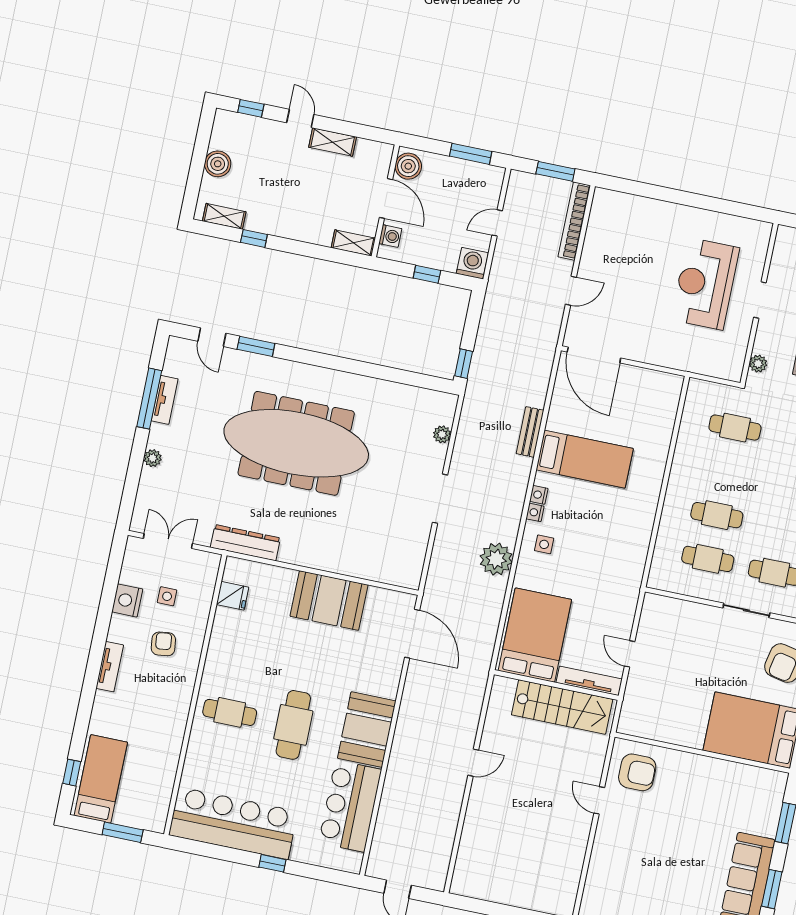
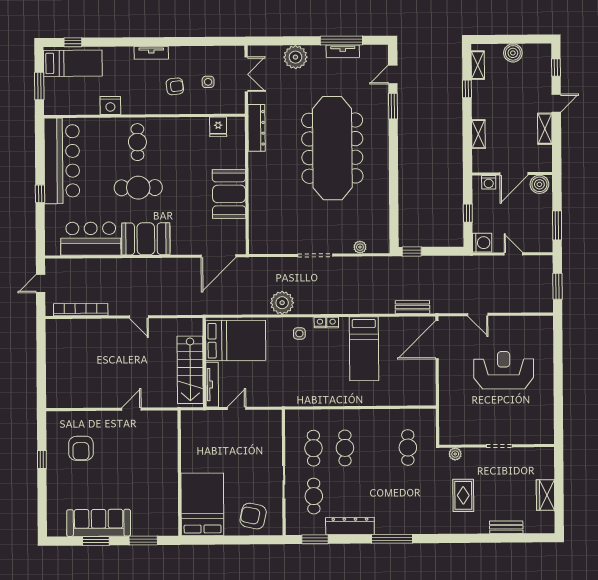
bookcase: (574, 221) -> (81, 310), moved
shelving: (353, 243) -> (478, 134), moved
reception desk: (705, 284) -> (504, 370), moved
bench: (530, 432) -> (412, 307), moved
plant: (153, 458) -> (295, 57), width x1.87, depth x1.87
nightstand: (127, 600) -> (110, 105), moved, turned 180
armchair: (637, 772) -> (81, 448), moved

